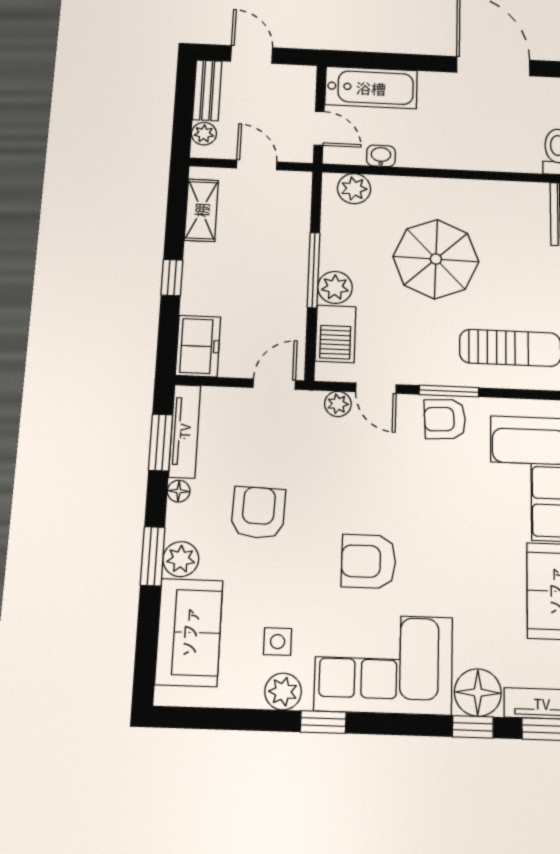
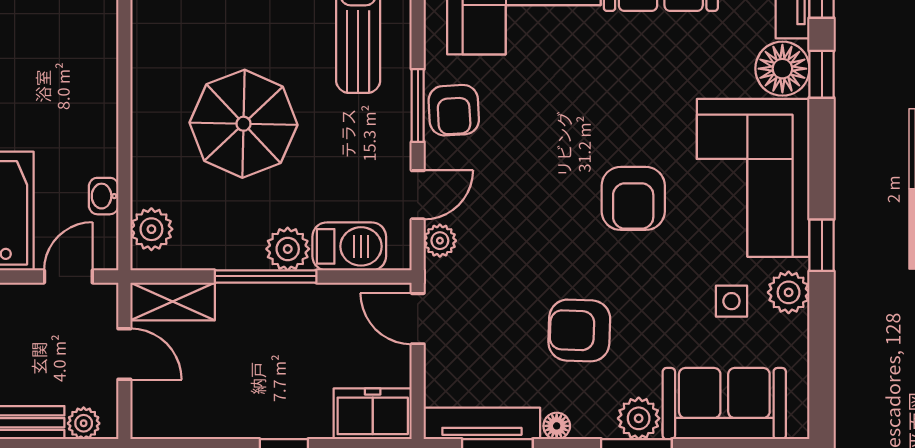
door: (257, 165) -> (124, 354), swing flipped
shelving: (201, 210) -> (173, 301), moved

